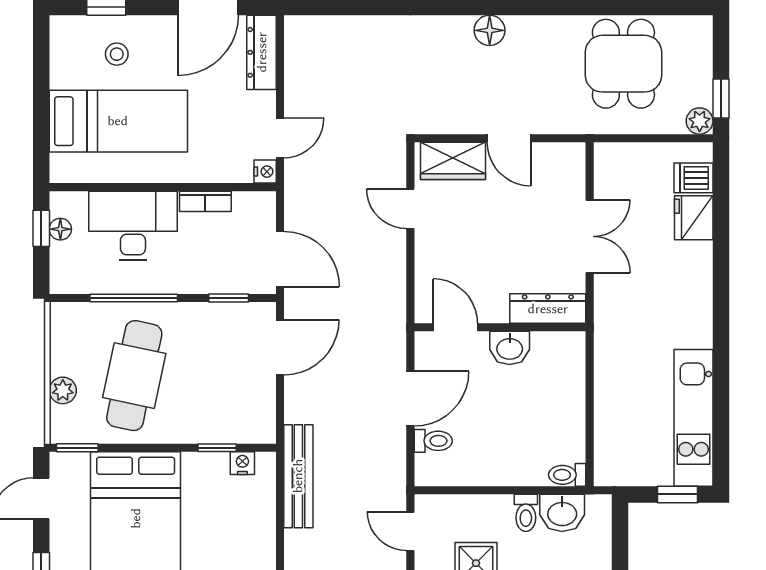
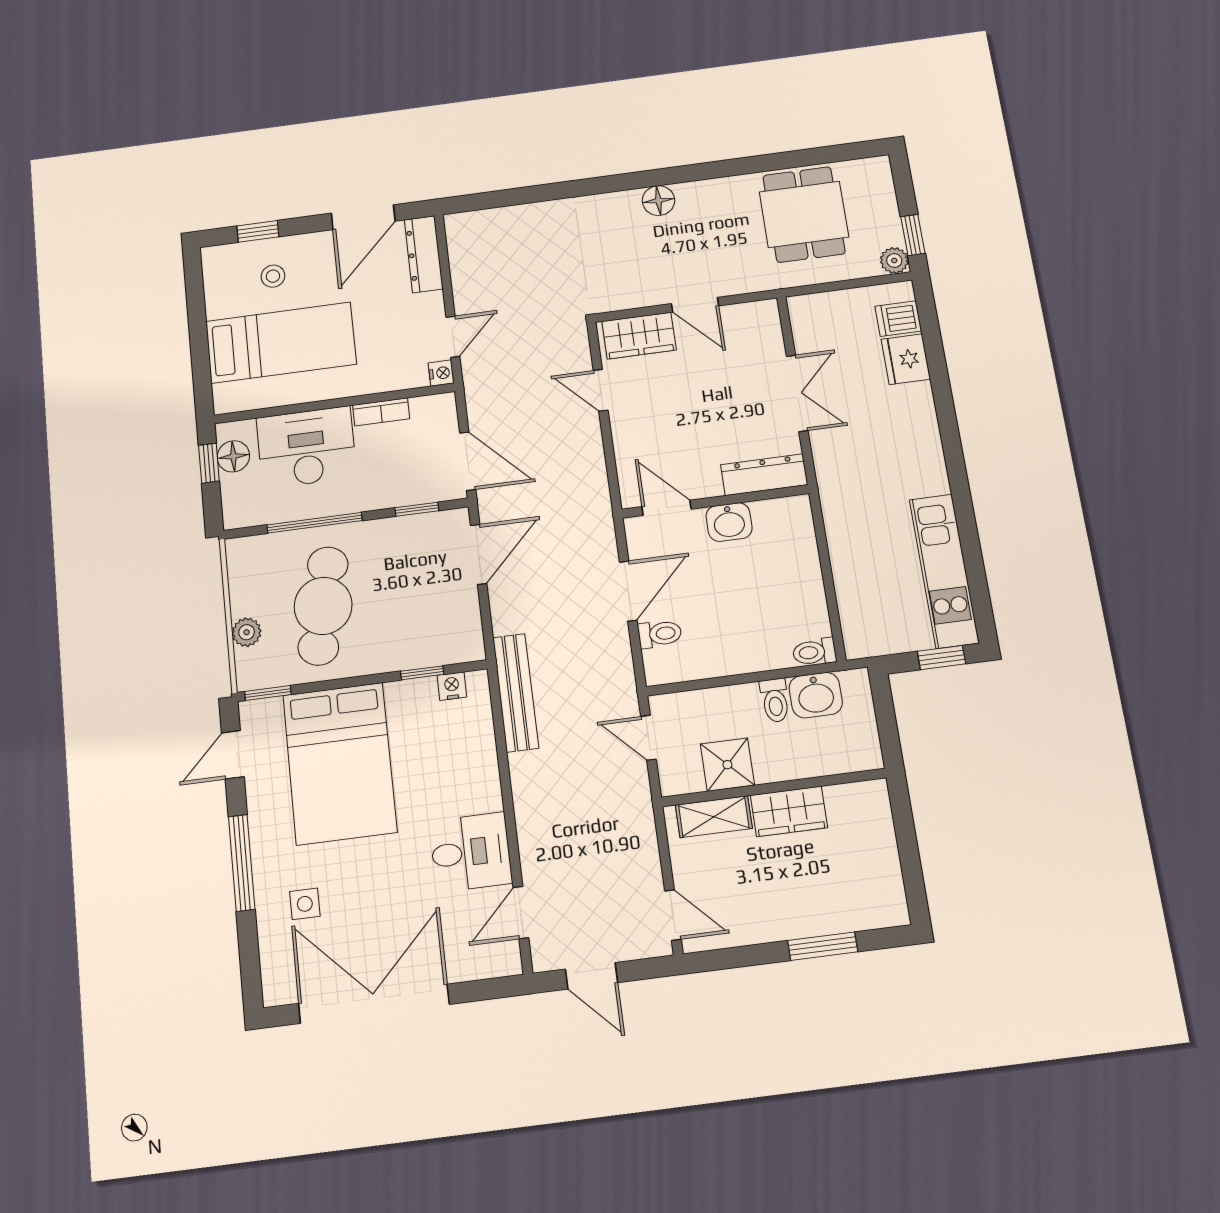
floor lamp: (60, 229) -> (233, 456), width x1.37, depth x1.37

